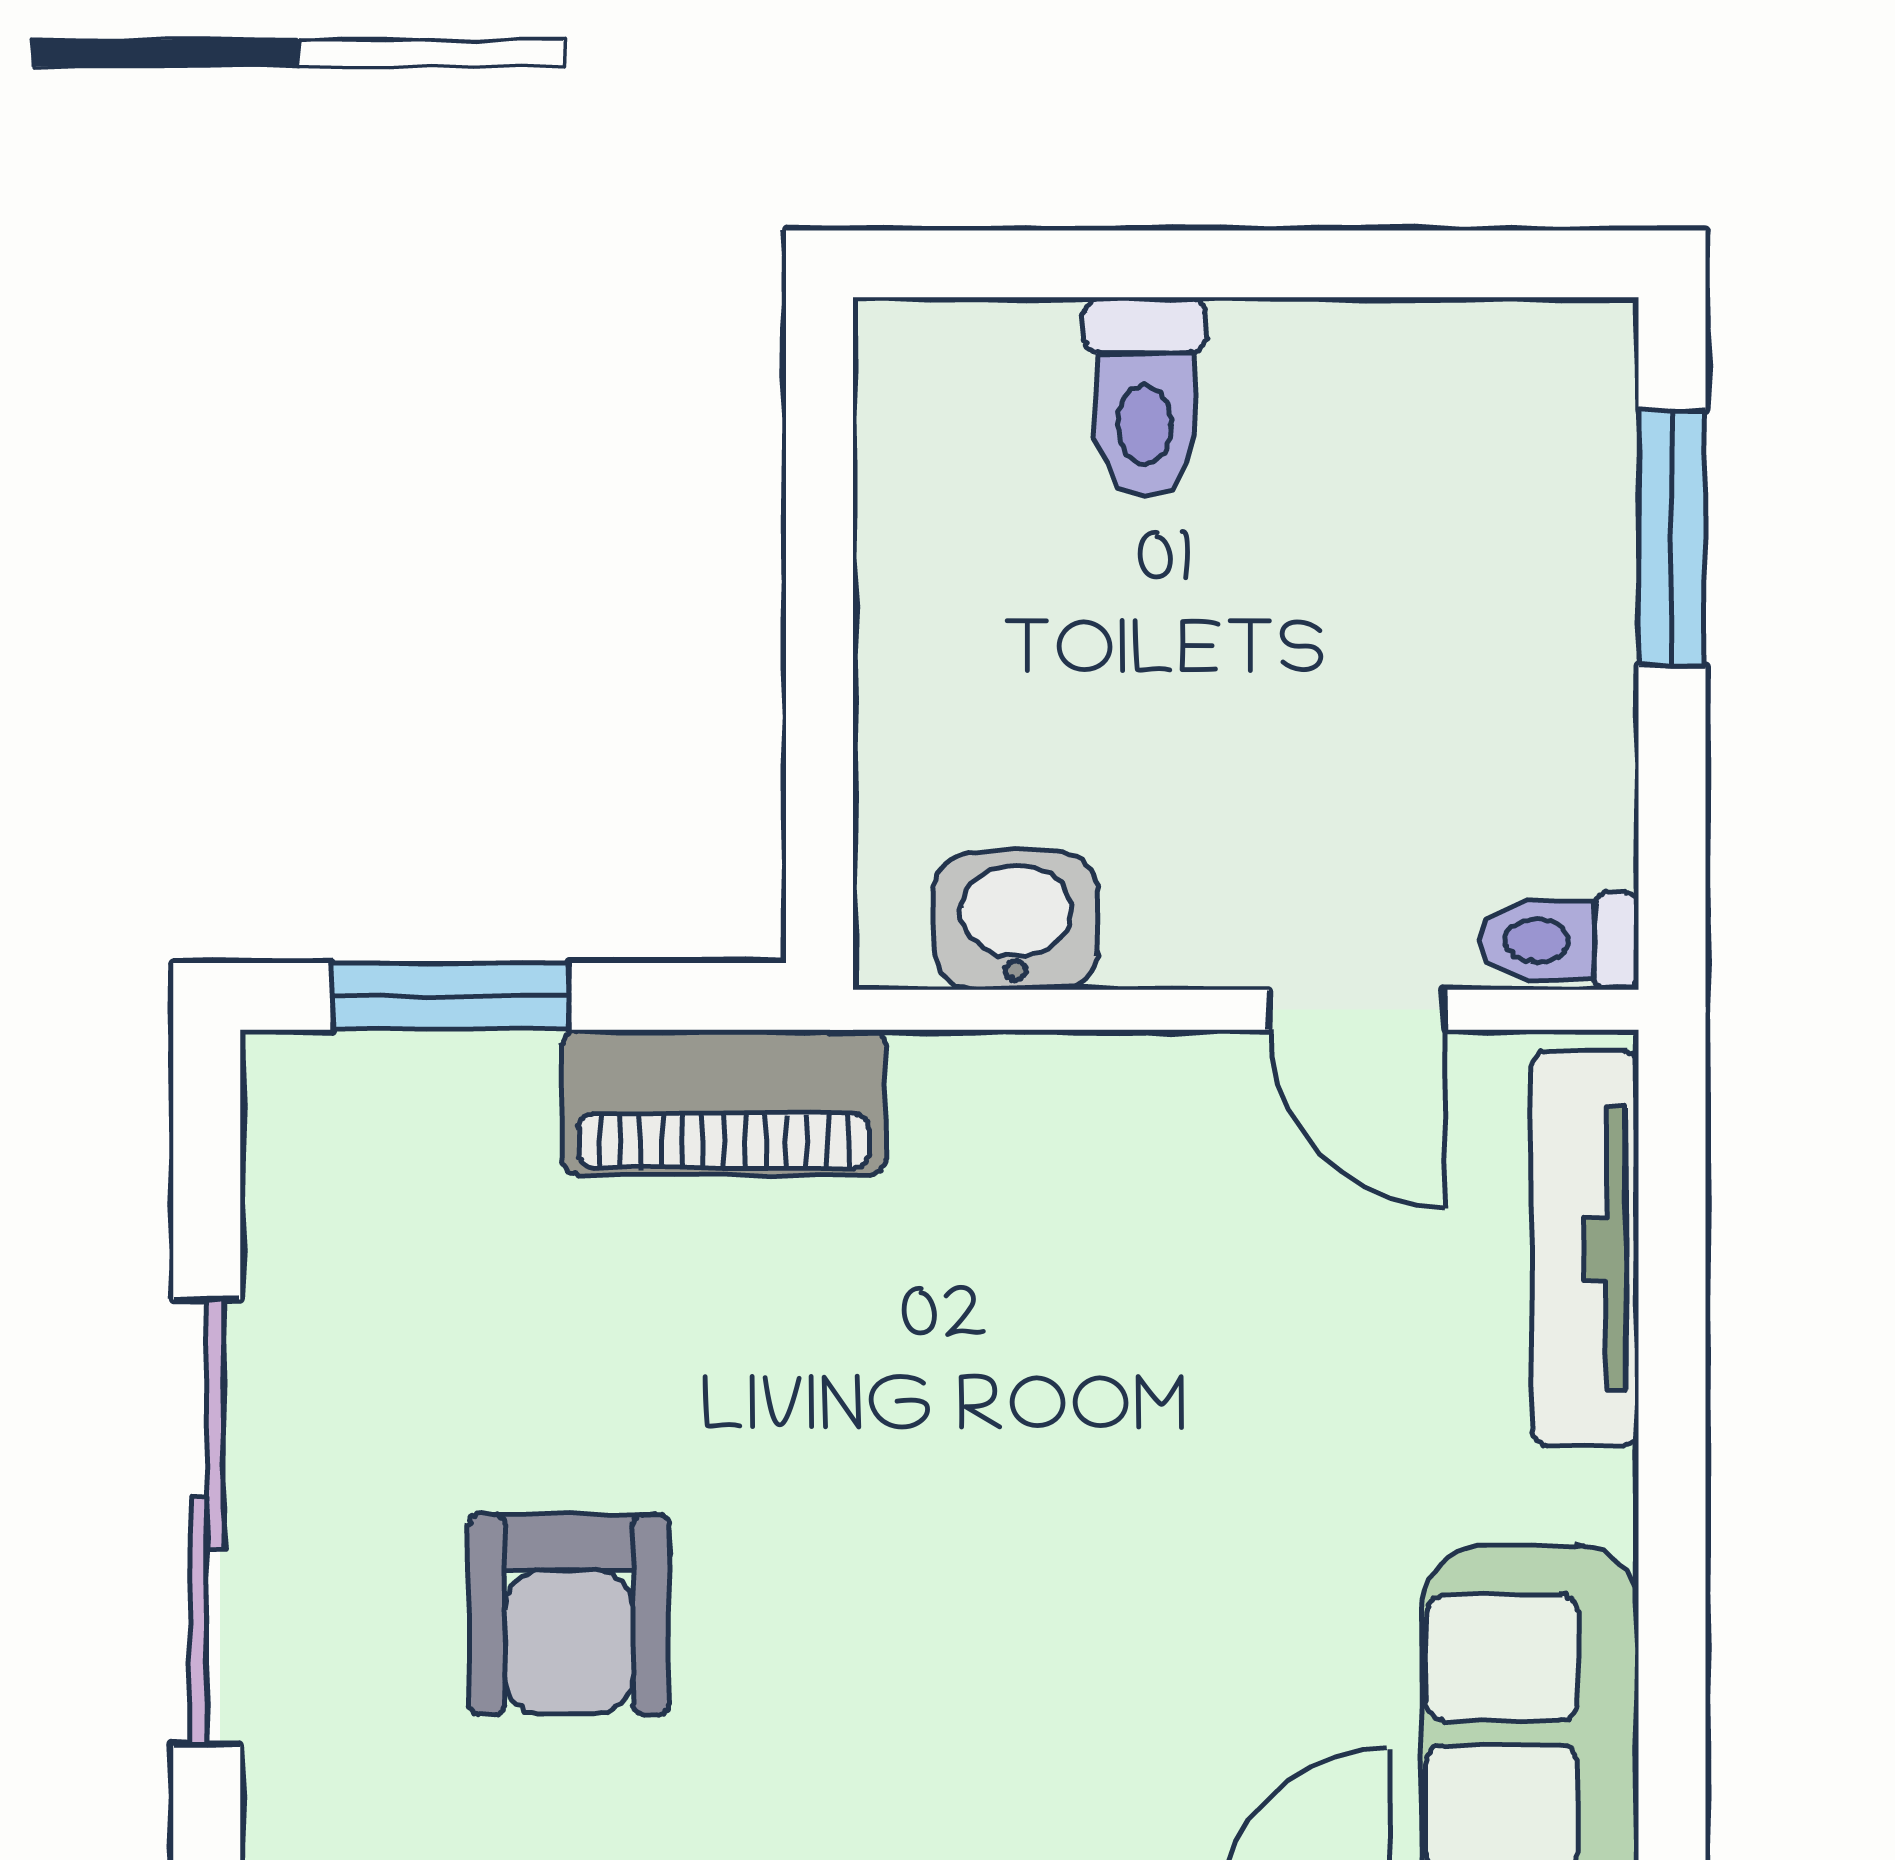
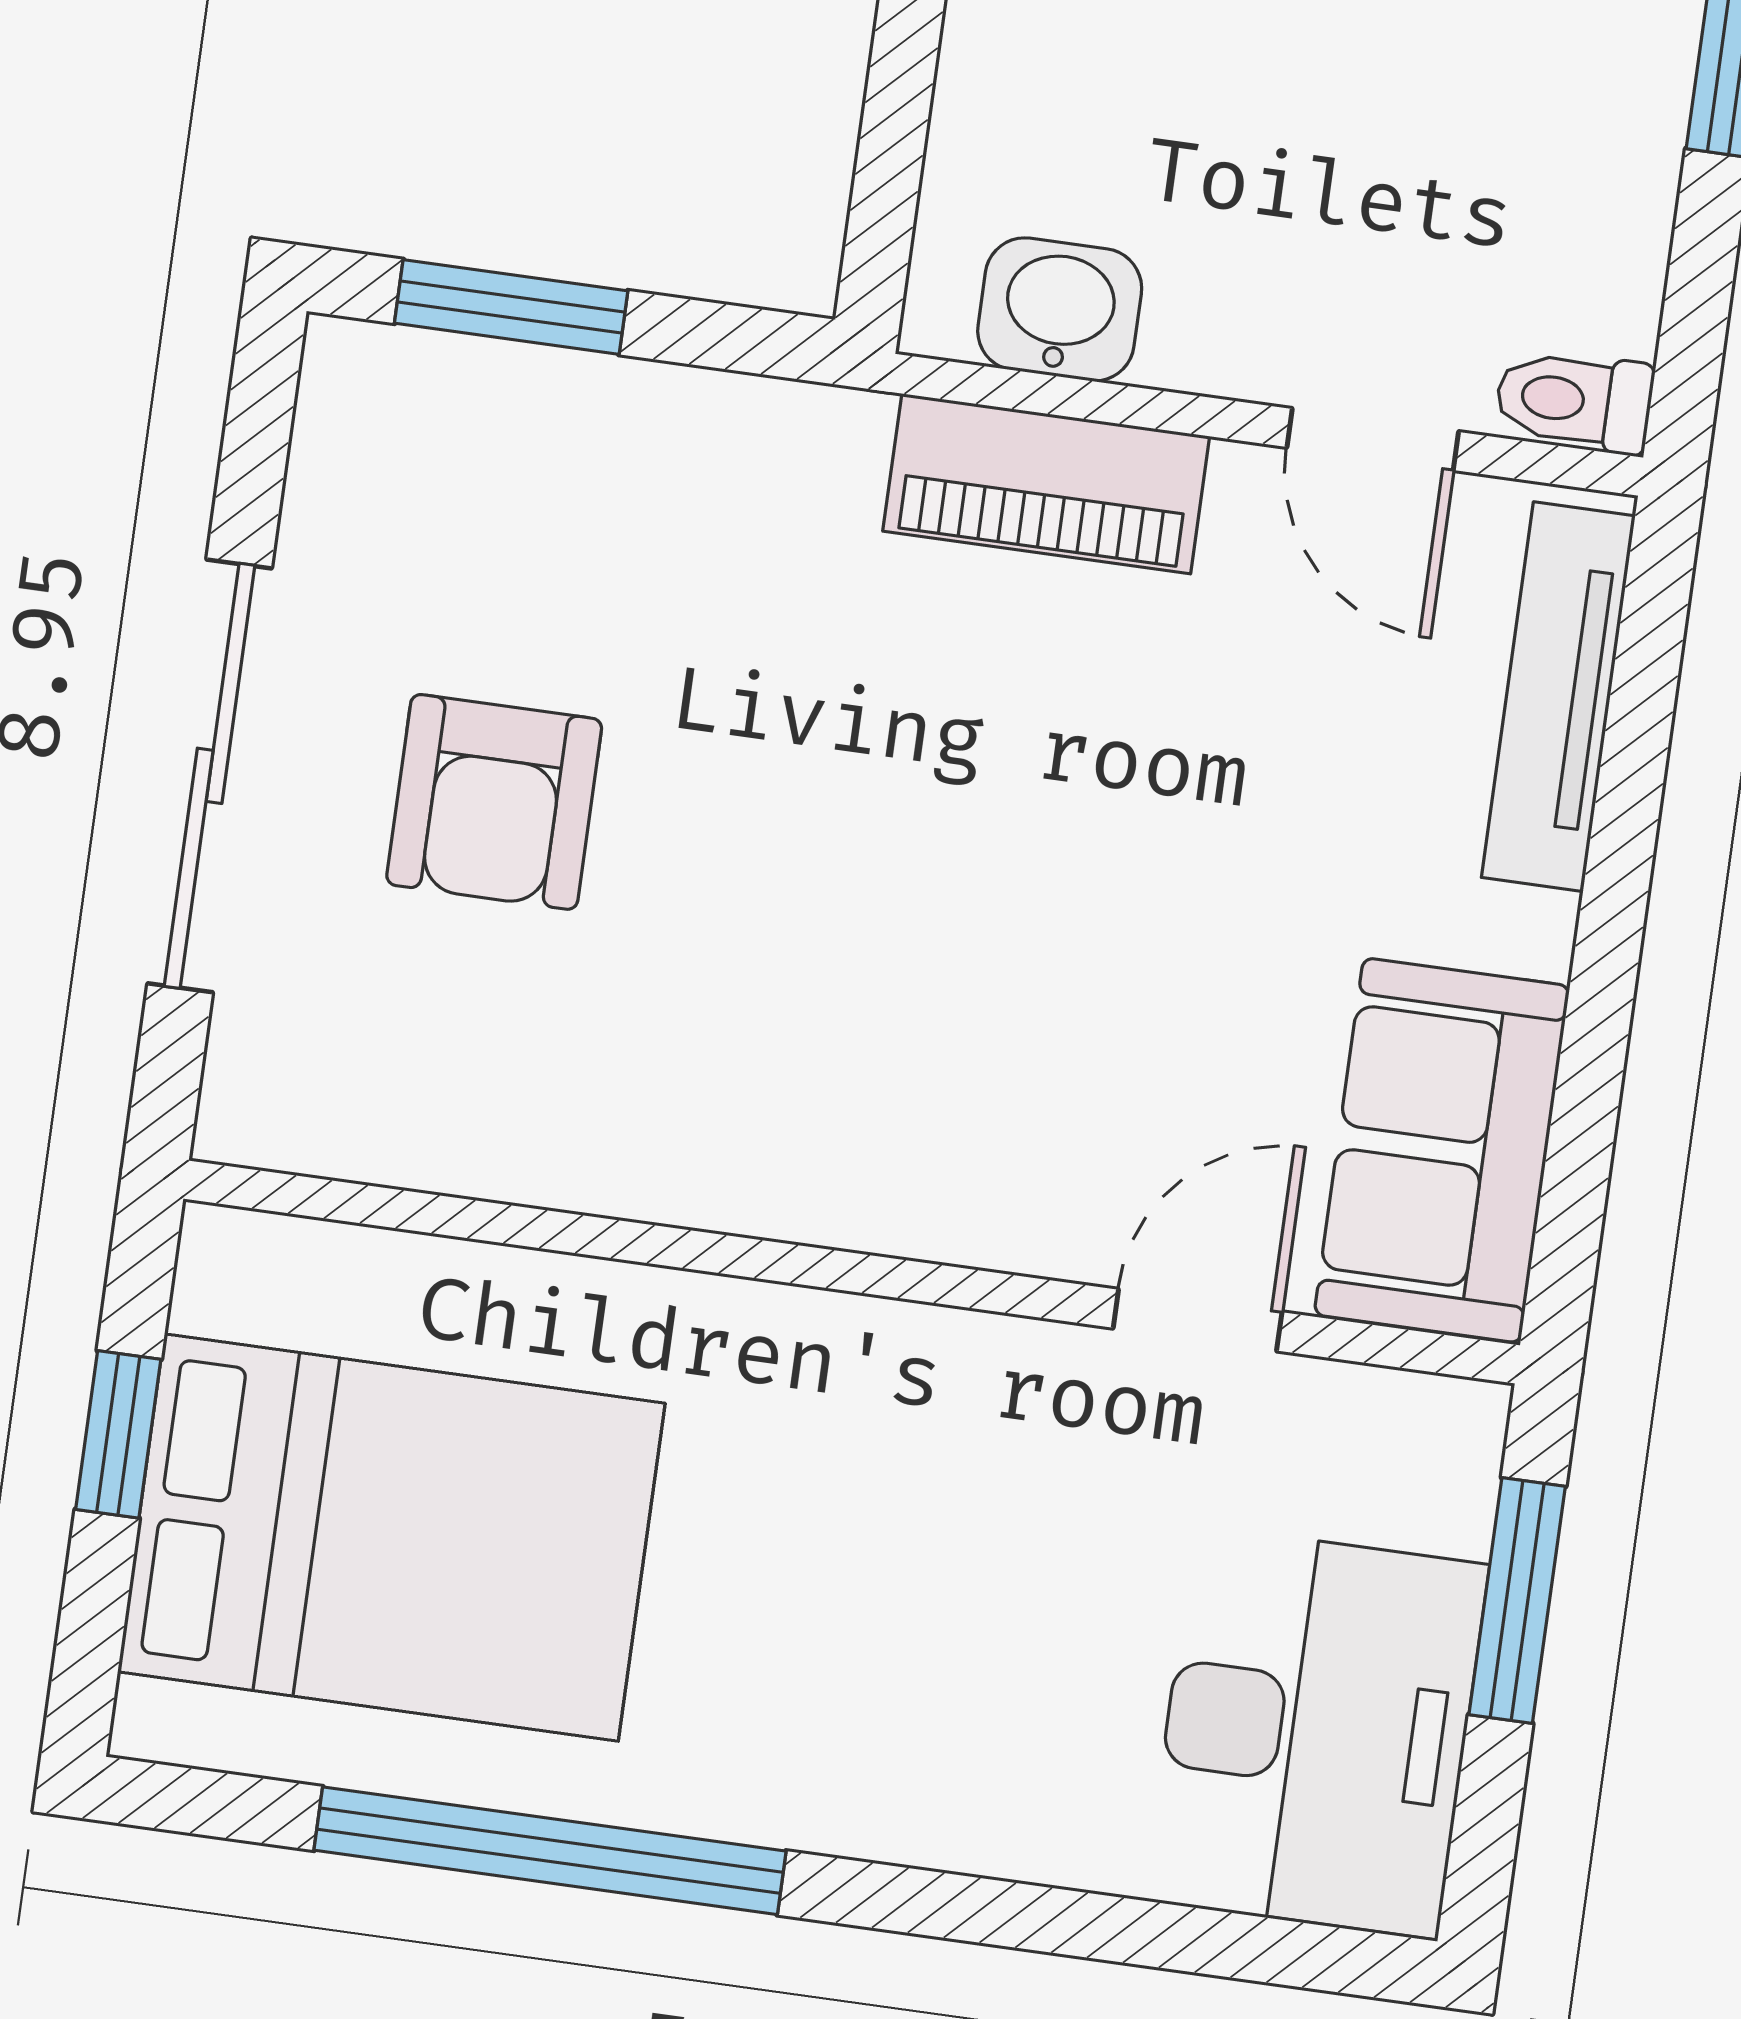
piano: (724, 1102) -> (1046, 484), moved
armchair: (569, 1614) -> (494, 802), moved

